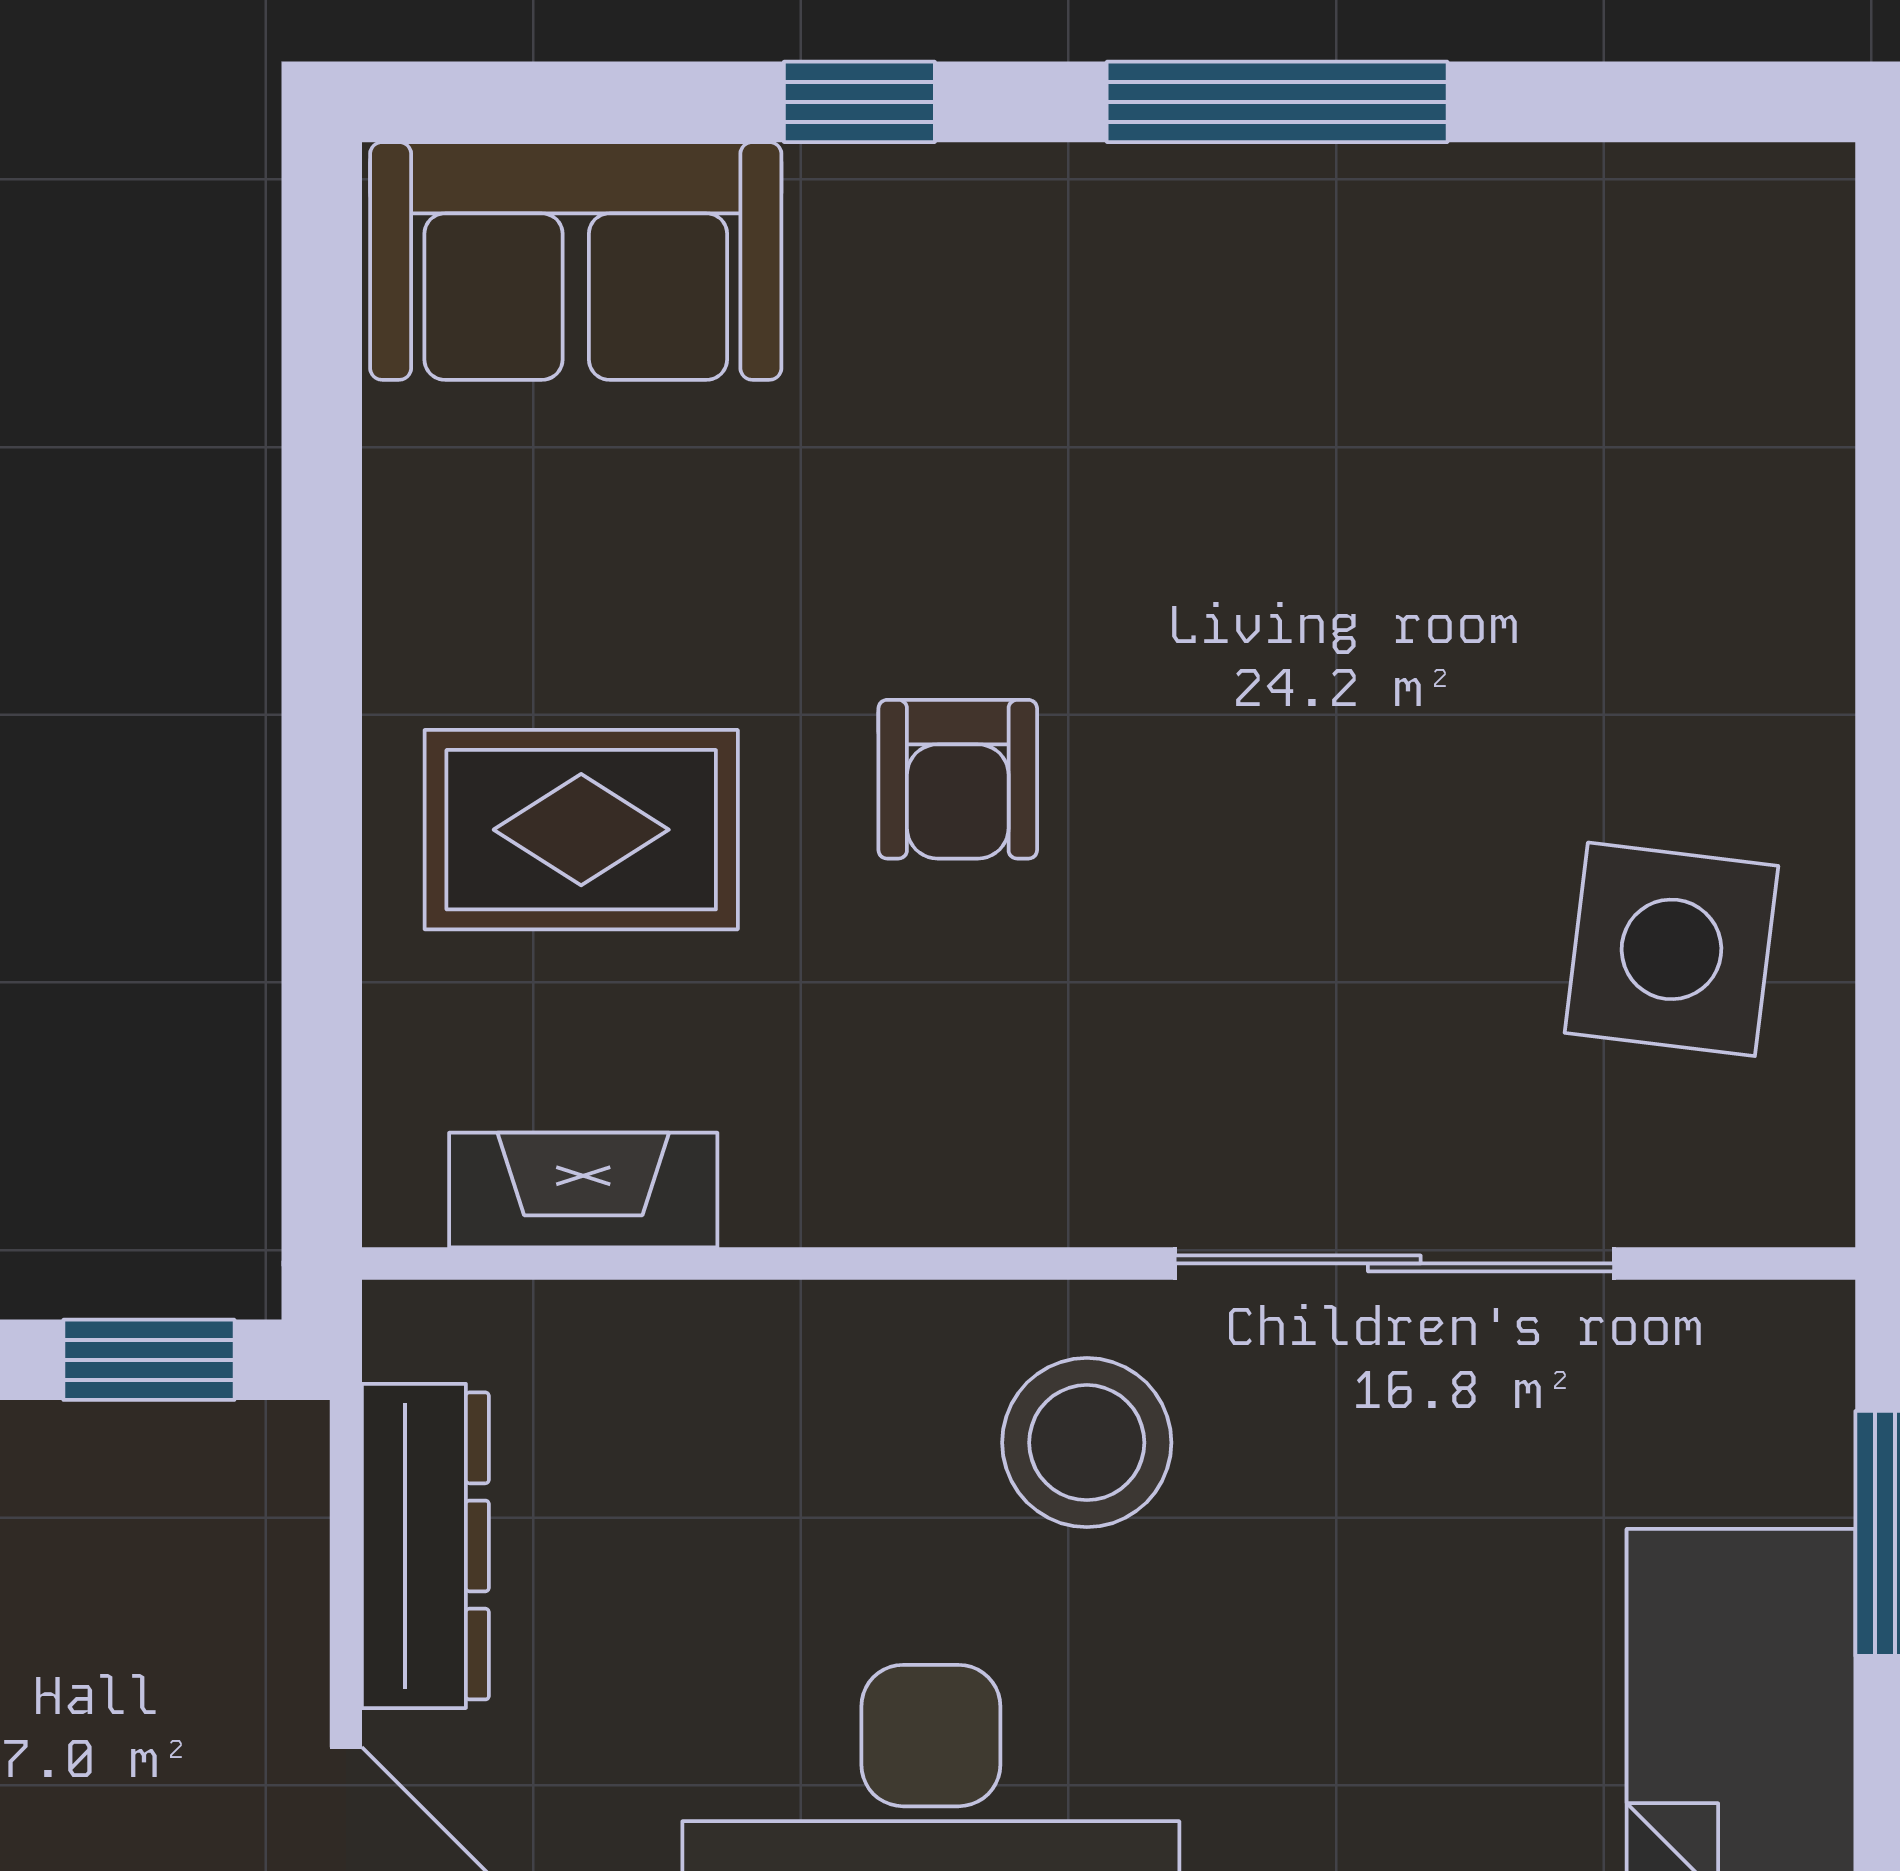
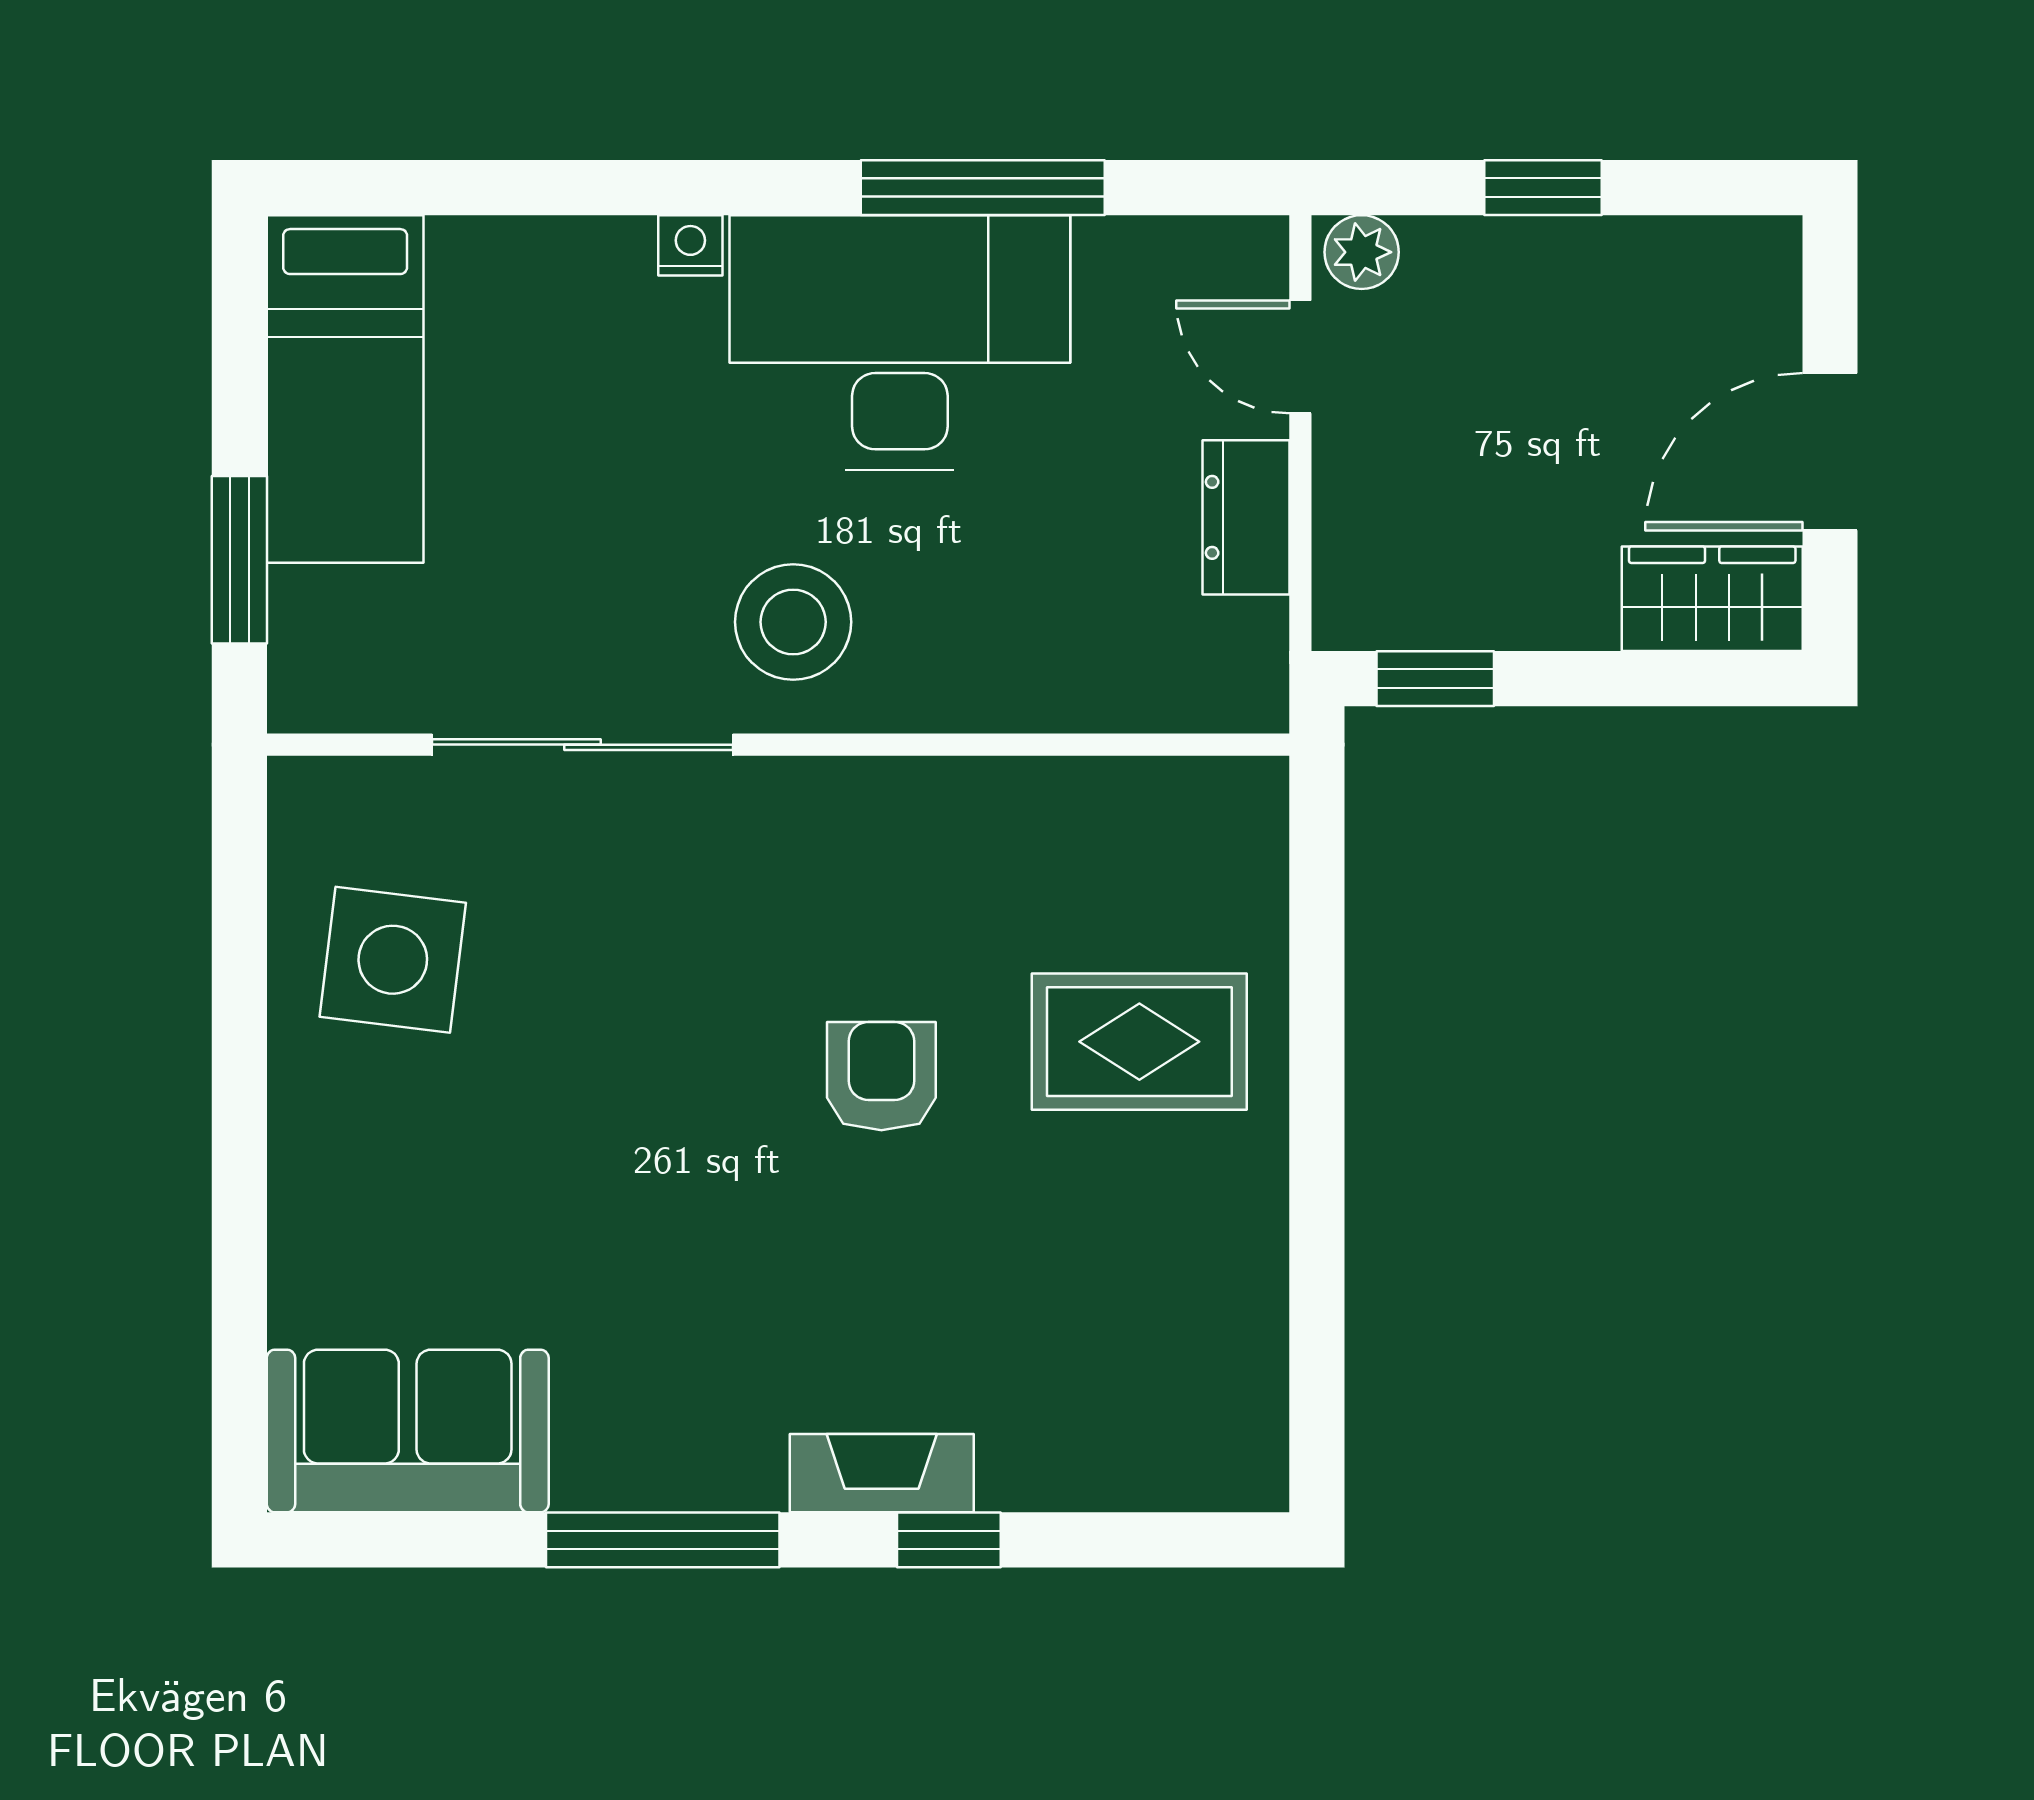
sofa: (576, 261) -> (408, 1431), moved
fireplace: (583, 1190) -> (882, 1473), moved, turned 180
dresser: (425, 1546) -> (1246, 517), width x0.70

